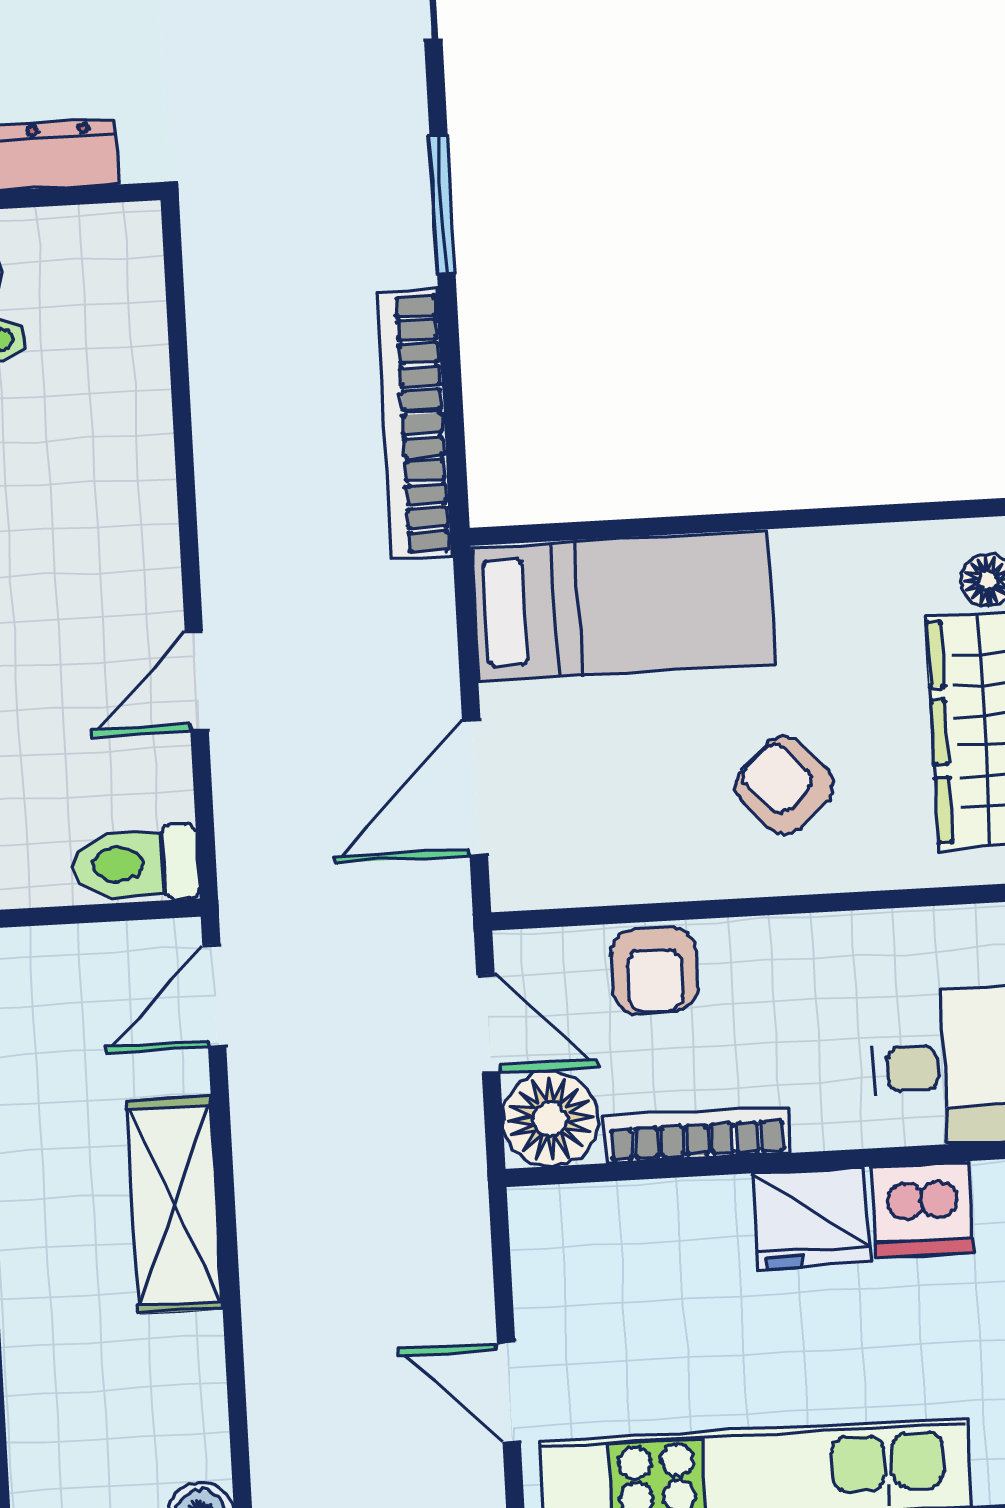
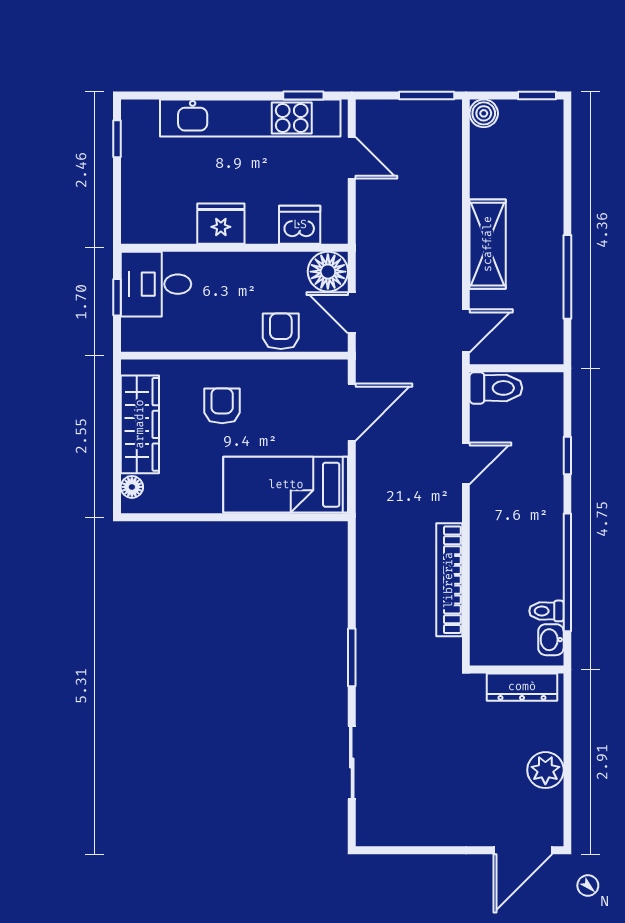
bookcase: (415, 424) -> (449, 580), moved, turned 180
armchair: (784, 785) -> (222, 406), turned -137
bookcase: (697, 1135) -> (267, 261), removed
dishwasher: (922, 1209) -> (300, 225), moved

